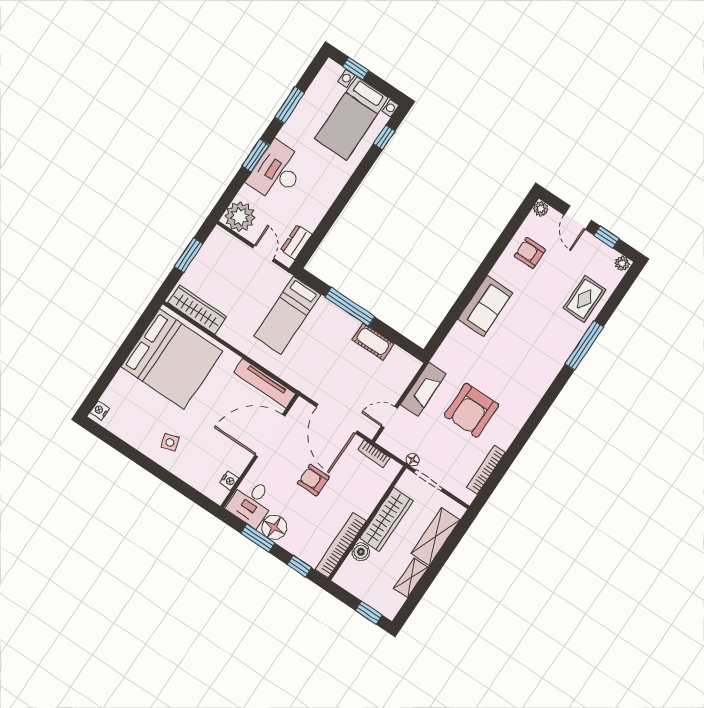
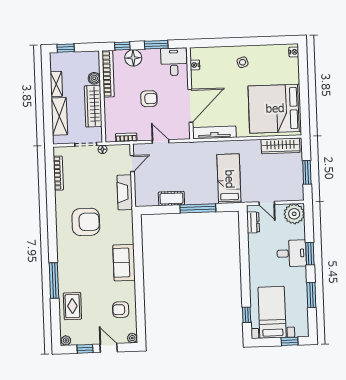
desk: (277, 172) -> (292, 253), width x0.73
armchair: (530, 253) -> (121, 310), turned 180
armchair: (472, 410) -> (86, 222), moved, turned 90
door: (337, 419) -> (161, 142), width x0.53
floor lamp: (274, 527) -> (133, 58), moved

